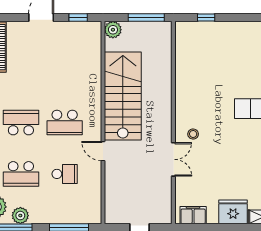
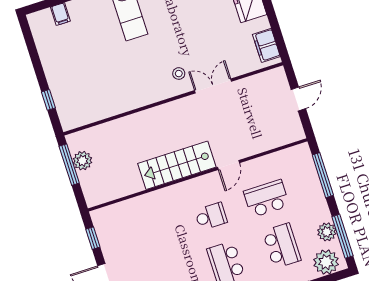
plant: (113, 30) -> (82, 161), moved
stairs: (123, 96) -> (177, 165), width x0.73, depth x0.66
school desk: (65, 123) -> (211, 216), width x0.54
school desk: (65, 174) -> (267, 198), width x1.85

